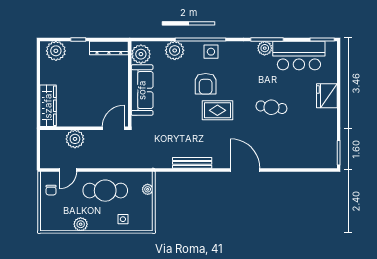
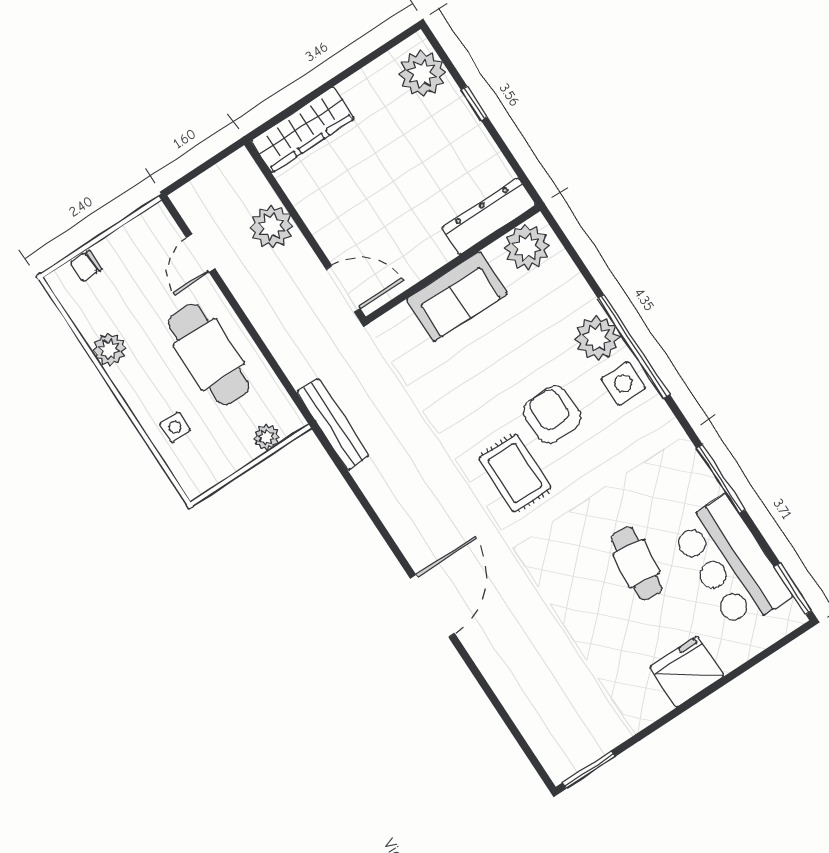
dresser: (109, 48) -> (489, 216), moved, turned 90
plant: (265, 48) -> (701, 486), removed
plant: (175, 50) -> (597, 338), moved
armchair: (206, 84) -> (552, 415), turned 90
sofa: (142, 90) -> (457, 296), width x0.73
cafe table: (271, 107) -> (636, 563), moved
bench: (192, 163) -> (333, 424), moved
door: (68, 170) -> (201, 253), hinge flipped
chair: (51, 190) -> (86, 266), moved

